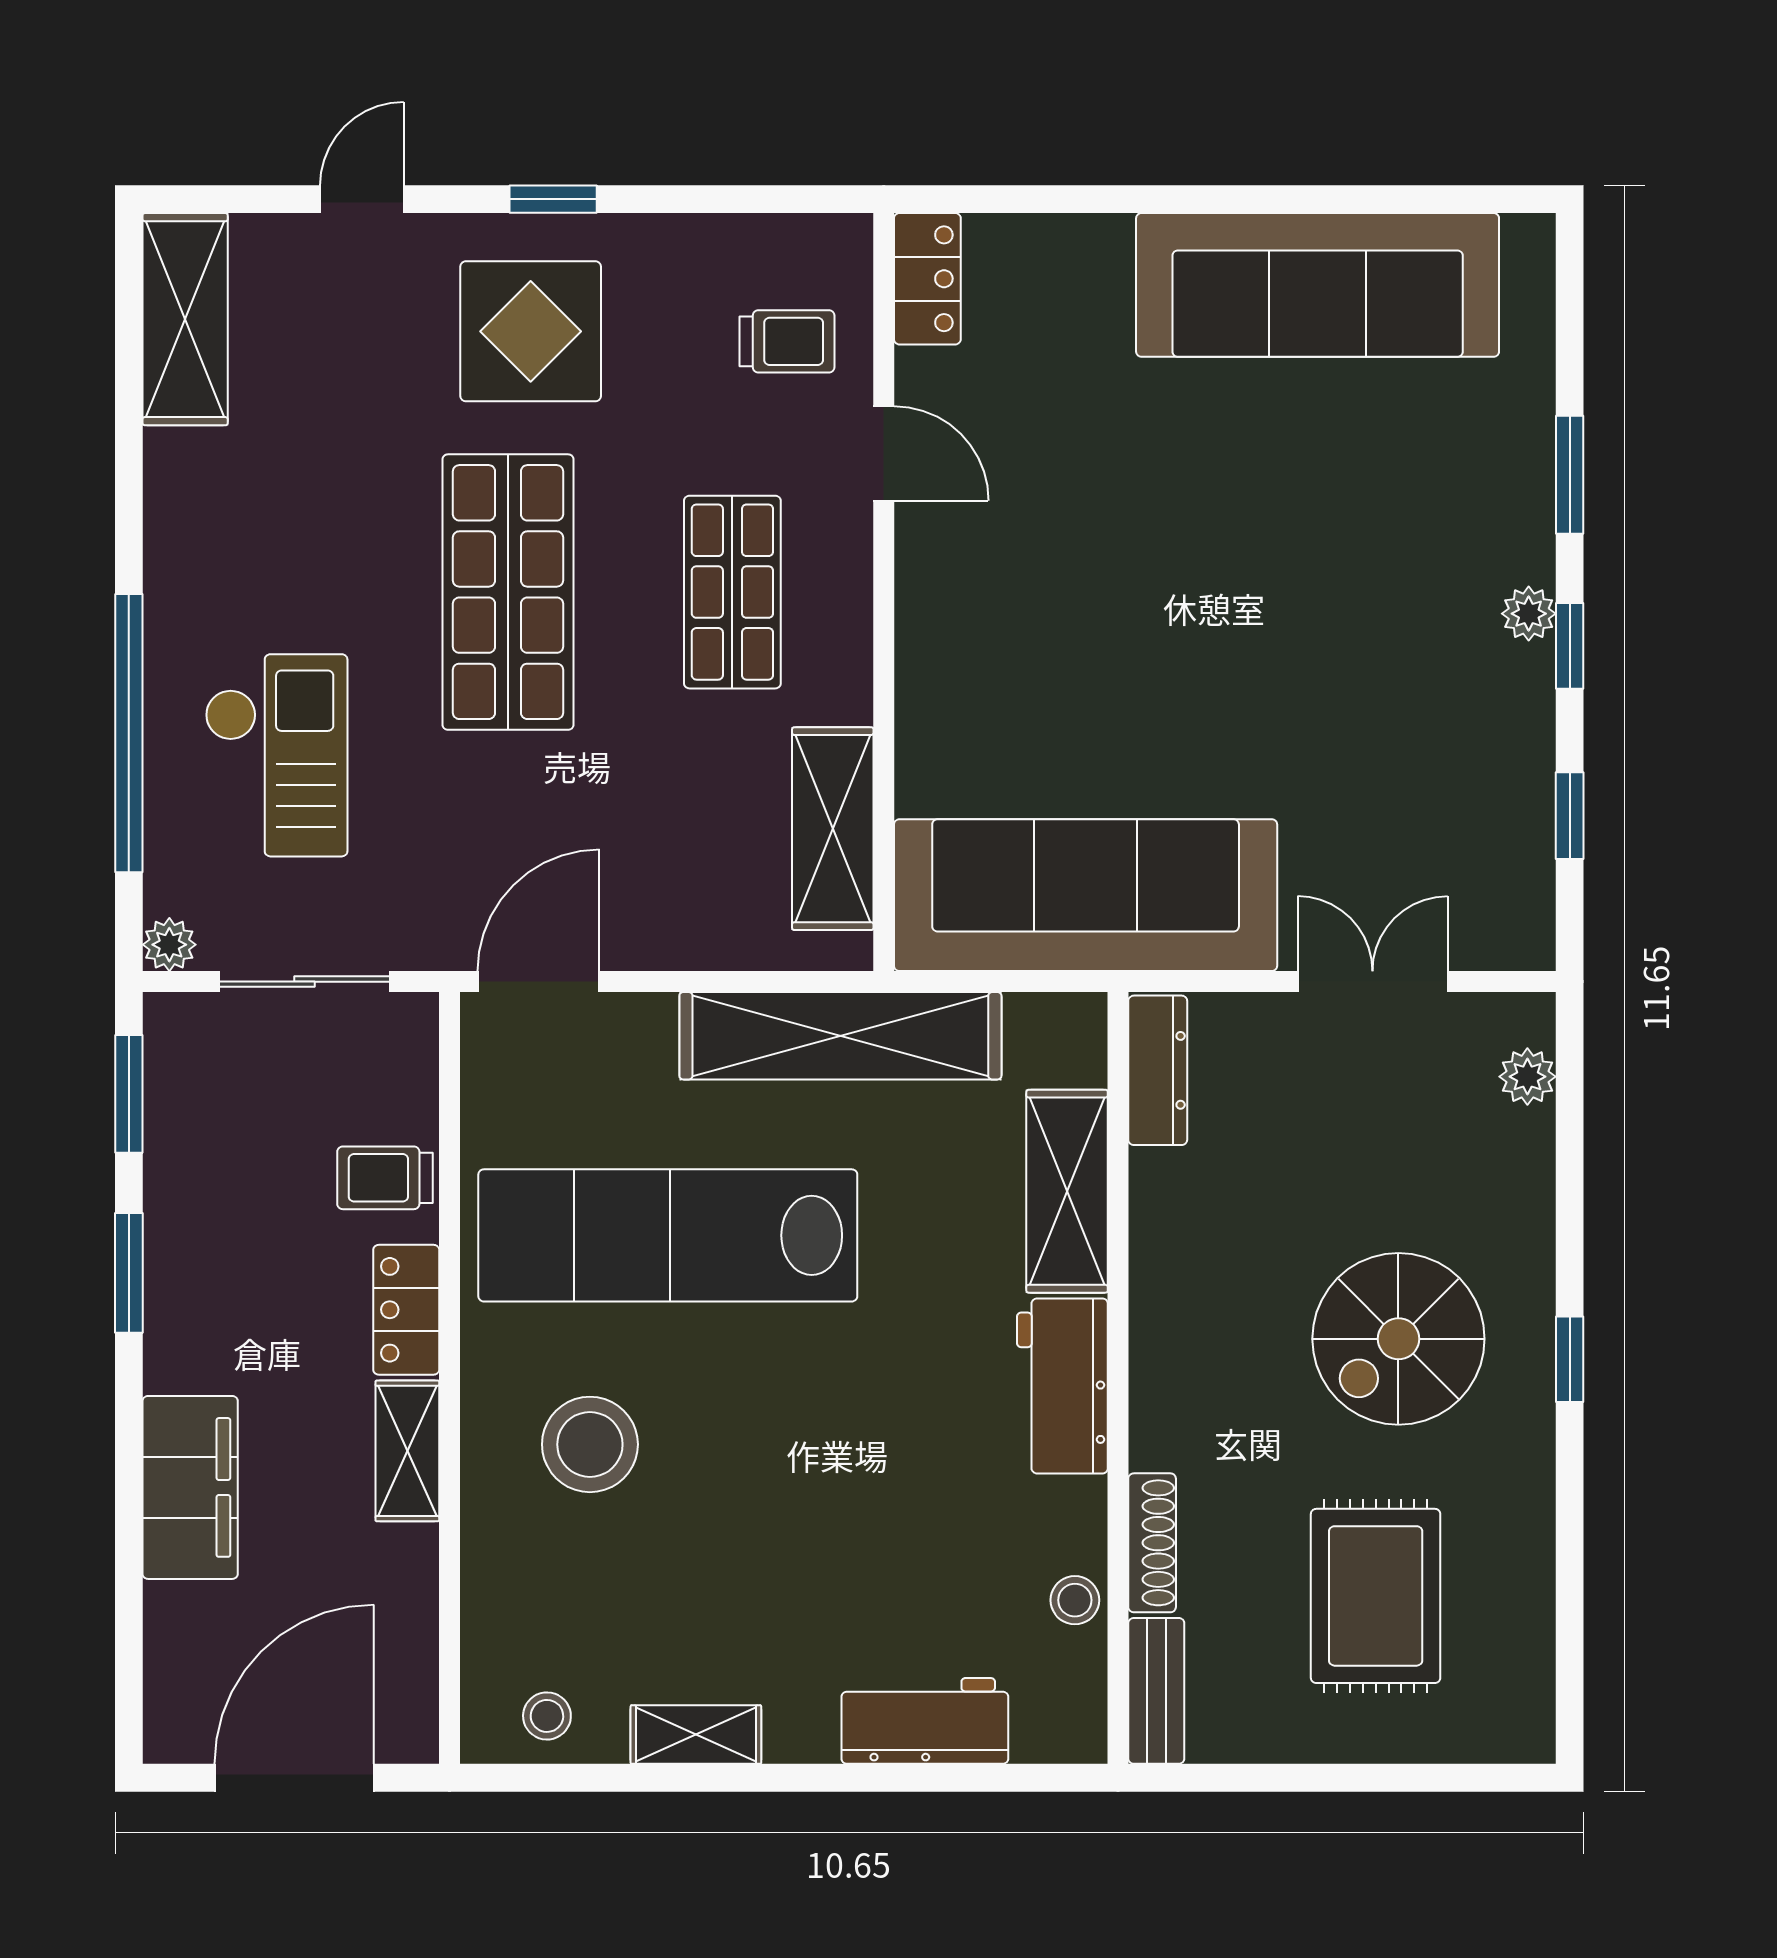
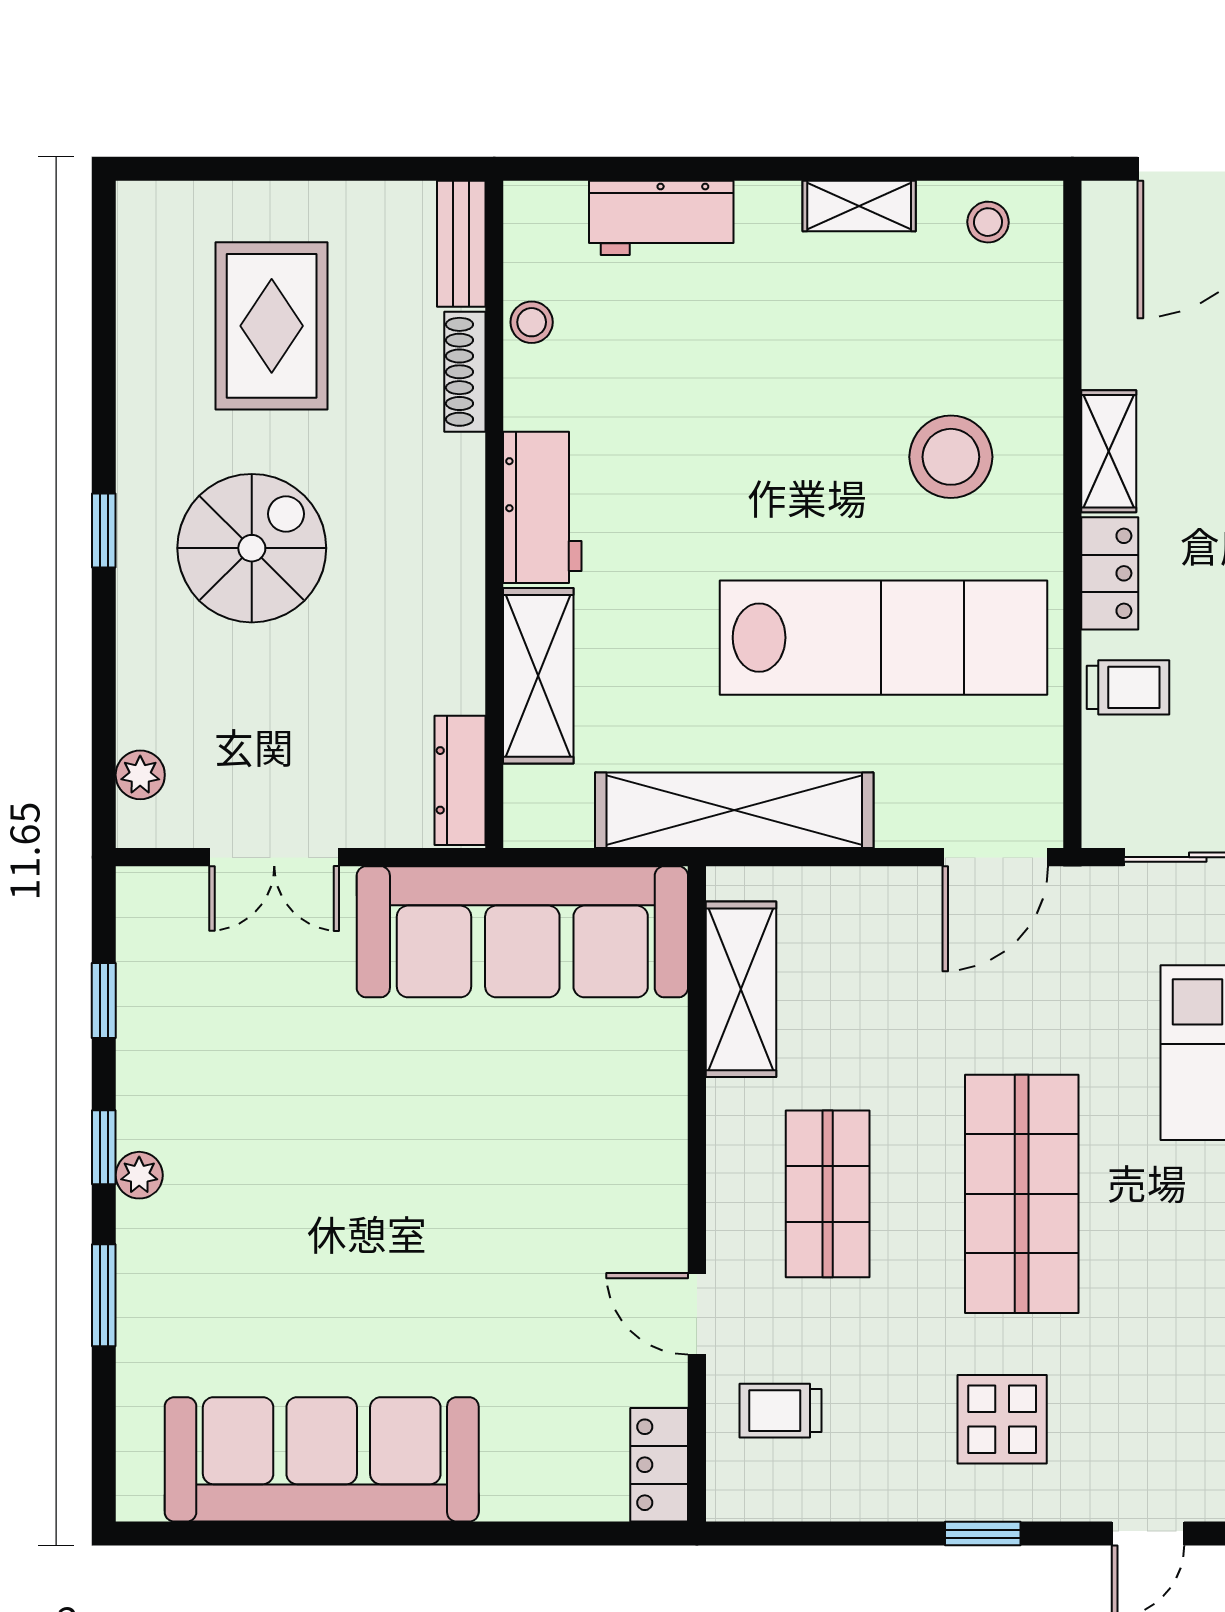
display table: (531, 331) -> (1002, 1419), width x0.73, depth x0.73

